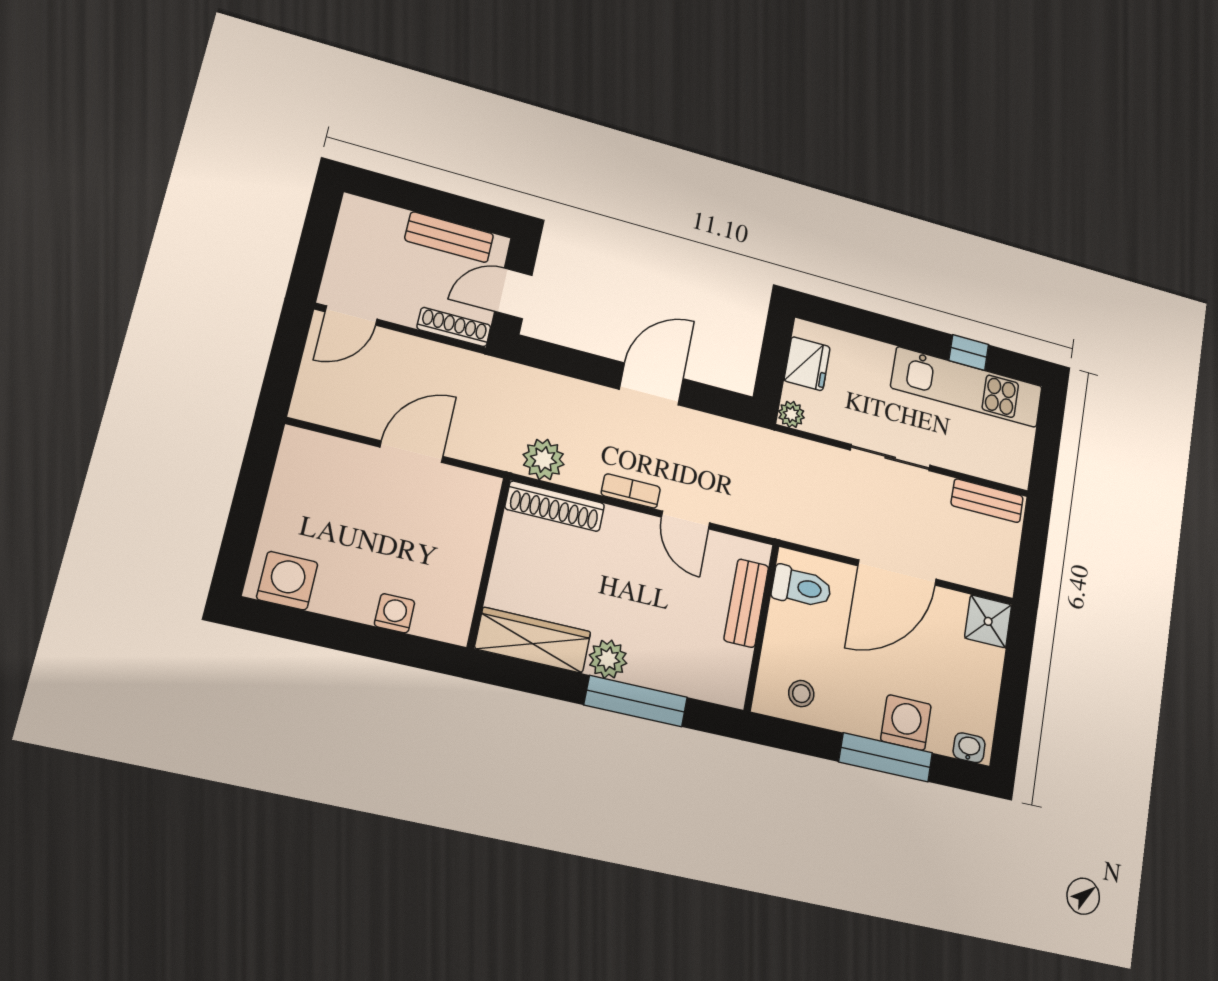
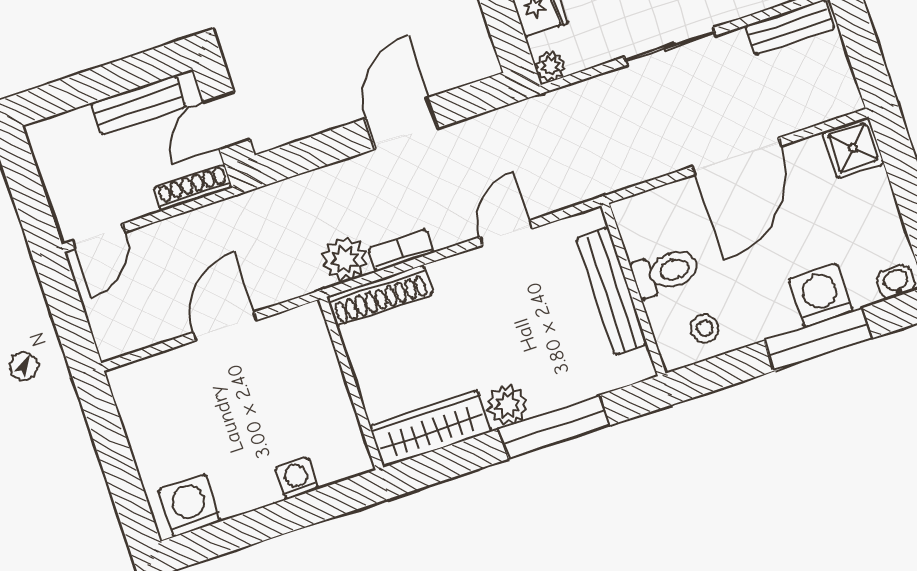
bookcase: (631, 491) -> (401, 251), moved
door: (686, 520) -> (506, 233), swing flipped
toilet: (802, 587) -> (666, 272), moved
bench: (746, 603) -> (612, 291), width x1.36

